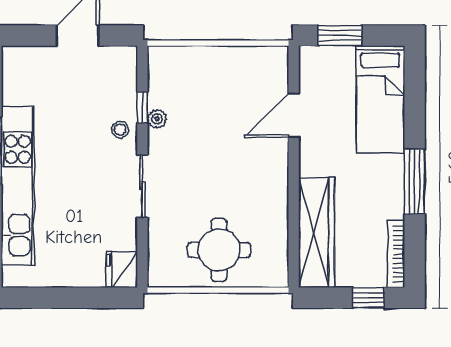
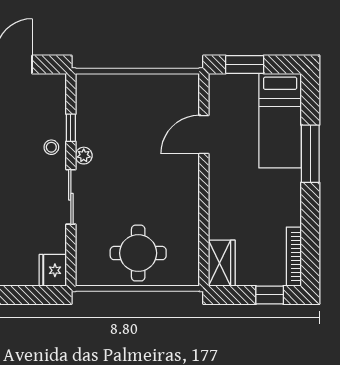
plant: (157, 119) -> (84, 156), moved
window: (415, 182) -> (310, 154), moved
wardrobe: (316, 233) -> (222, 263), width x0.48, depth x0.85

